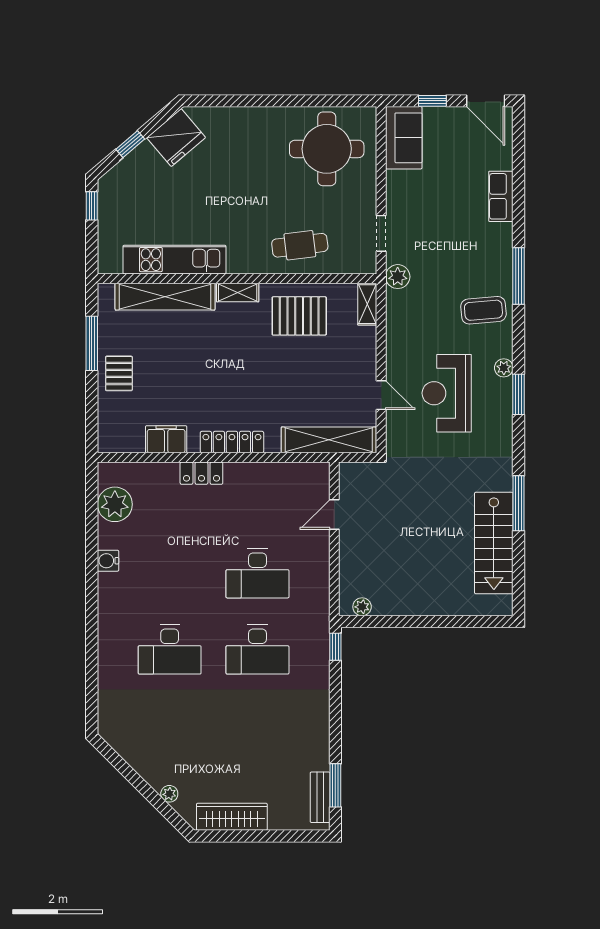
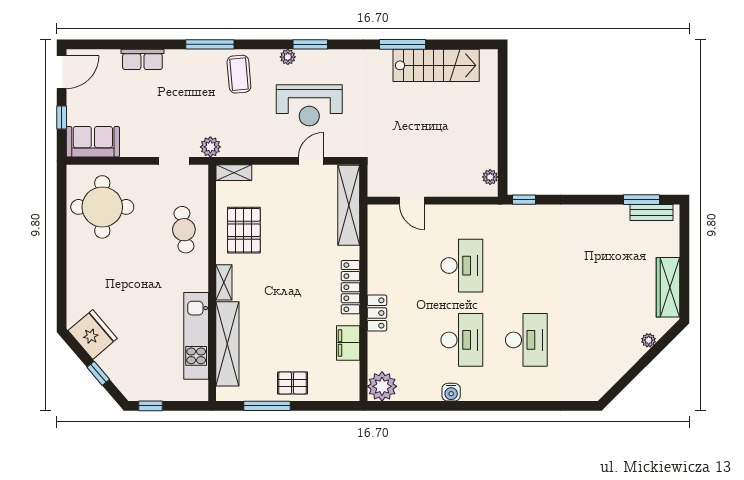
plant: (115, 504) -> (382, 386), moved
desk: (257, 650) -> (462, 340), moved

